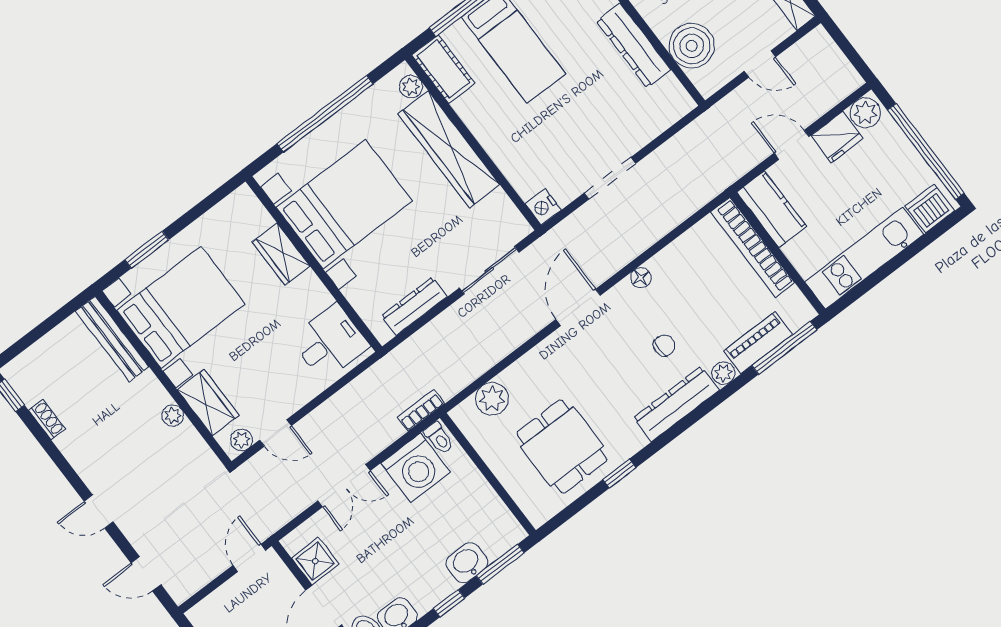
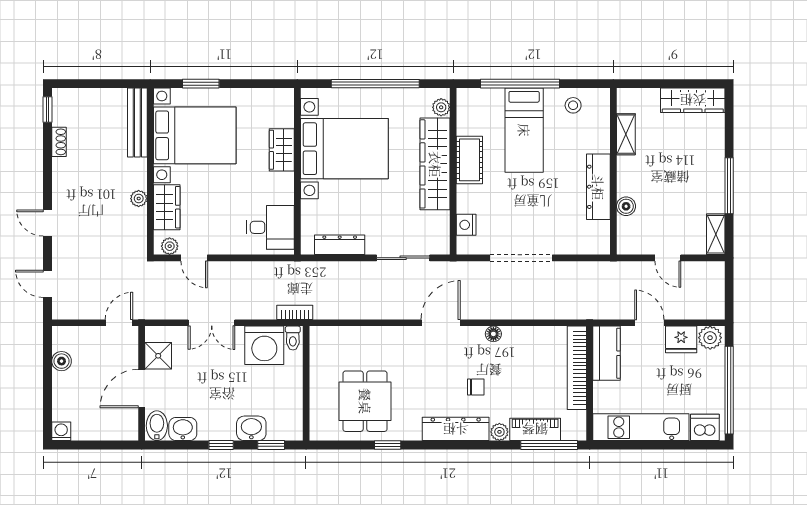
boiler: (692, 46) -> (626, 206), width x0.54, depth x0.54
cot: (443, 69) -> (469, 160), moved
doorway: (610, 178) -> (521, 258), width x1.36
nightstand: (543, 207) -> (466, 225), moved
plant: (492, 399) -> (344, 339), removed
window: (500, 564) -> (271, 445), width x0.67

